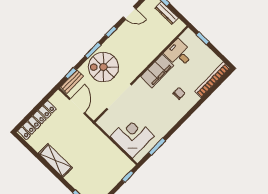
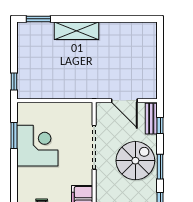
locker: (37, 120) -> (149, 52), removed
corner desk: (132, 136) -> (37, 146), moved, turned -90
shelving: (55, 161) -> (76, 31), moved

